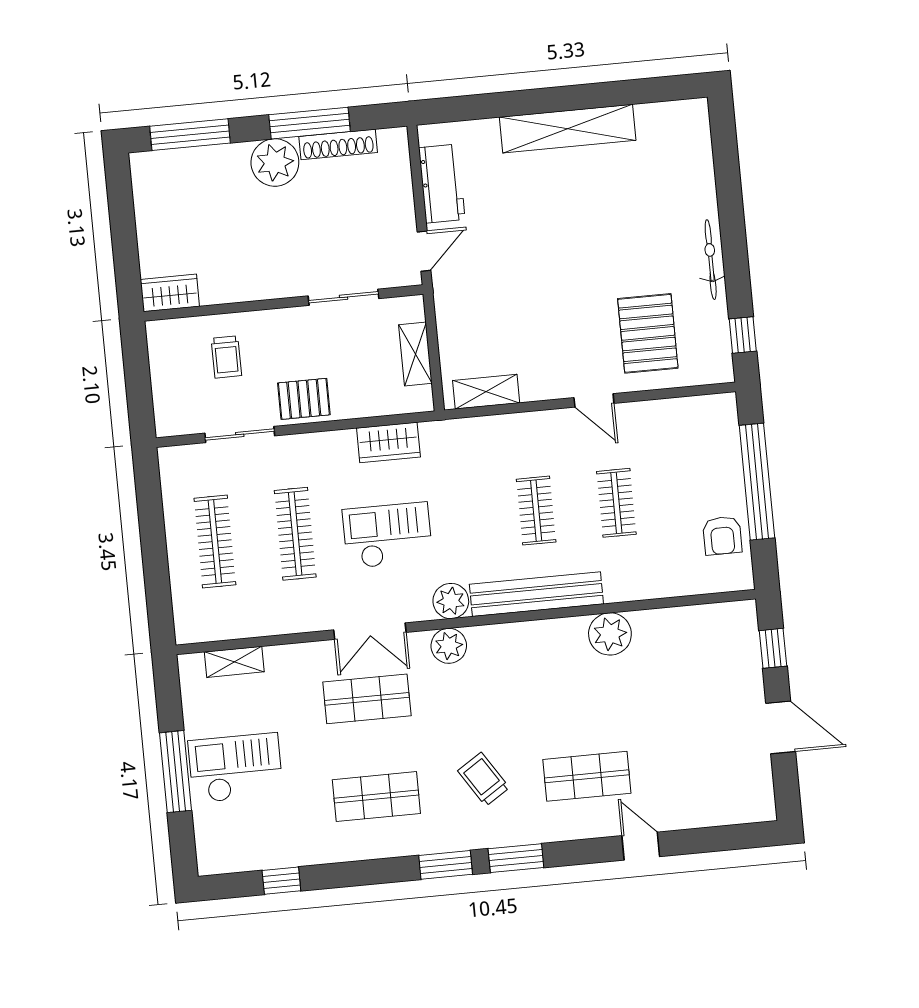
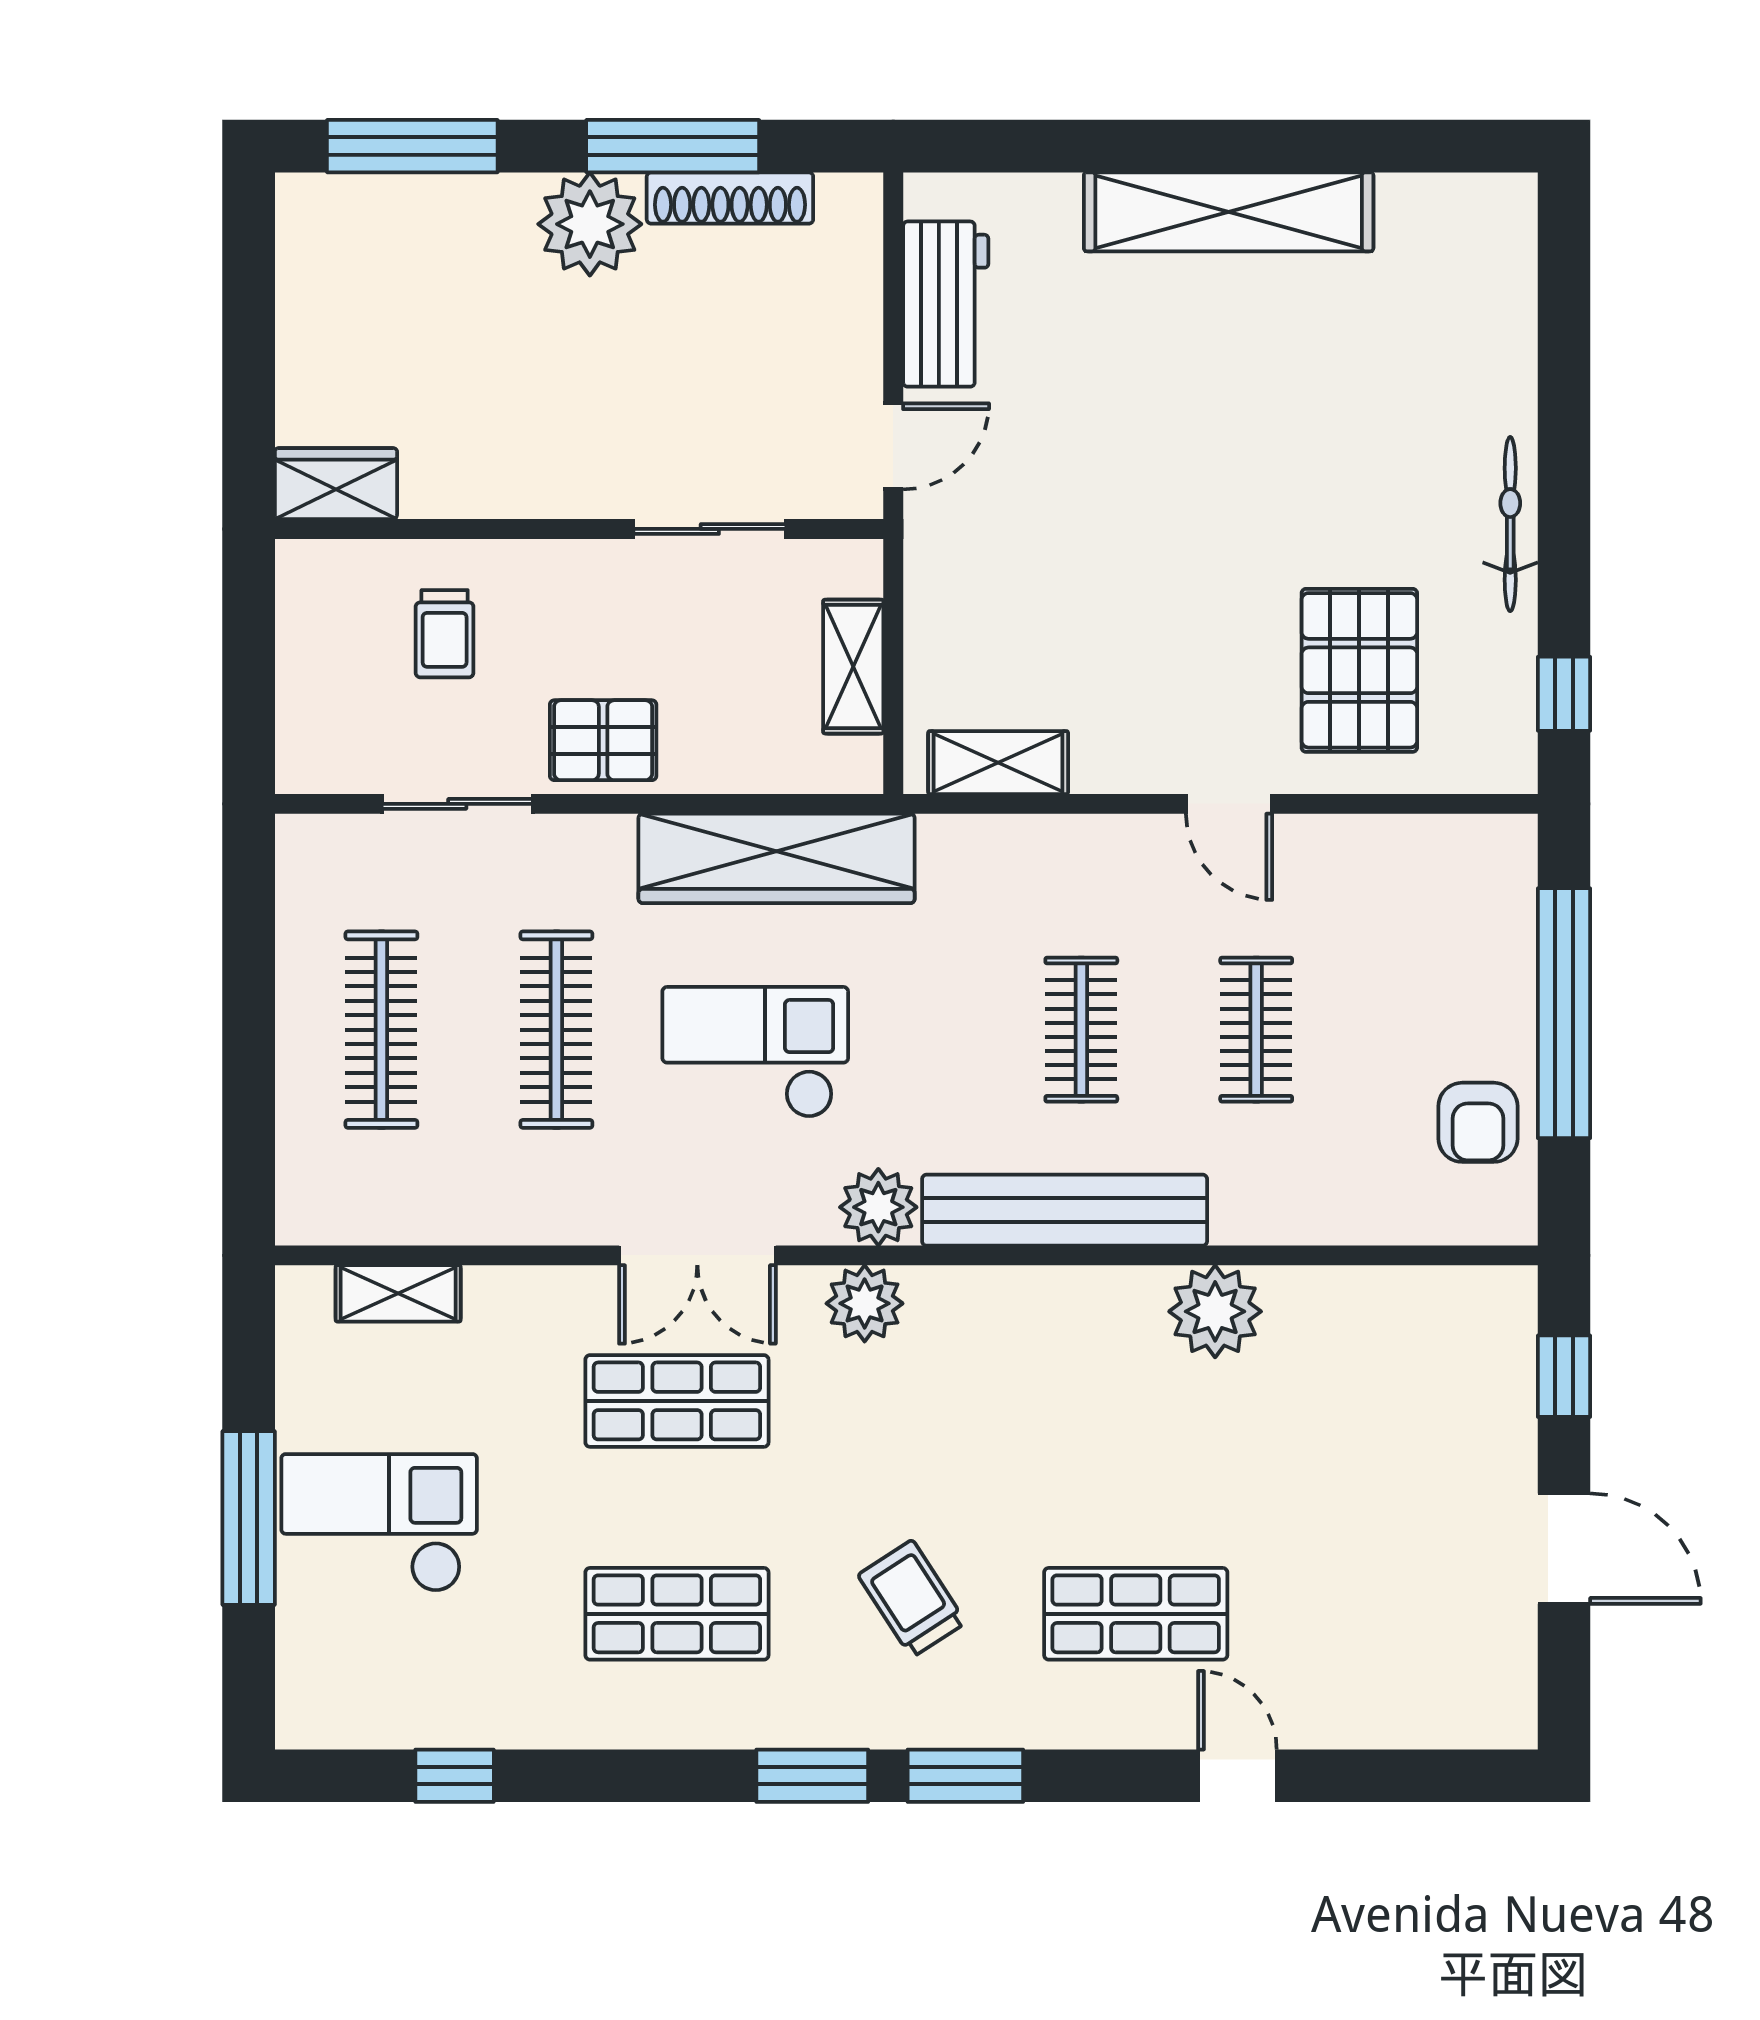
wardrobe: (388, 442) -> (777, 858), width x2.10, depth x1.17

